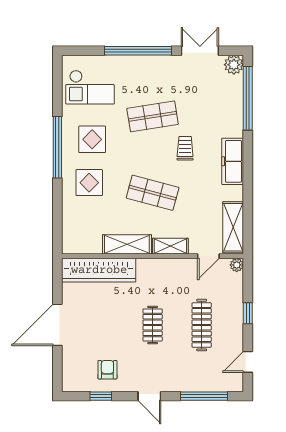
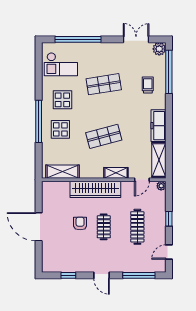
window: (138, 51) -> (78, 39), moved
window: (57, 147) -> (39, 121), moved
trolley: (185, 148) -> (148, 85), moved
freezer: (233, 161) -> (158, 126), moved
shop shelf: (153, 193) -> (104, 136), turned -30
shelving: (127, 244) -> (63, 172), moved
wardrobe: (99, 270) -> (95, 189), moved
door: (57, 325) -> (39, 227), hinge flipped
armchair: (107, 370) -> (80, 224), moved

